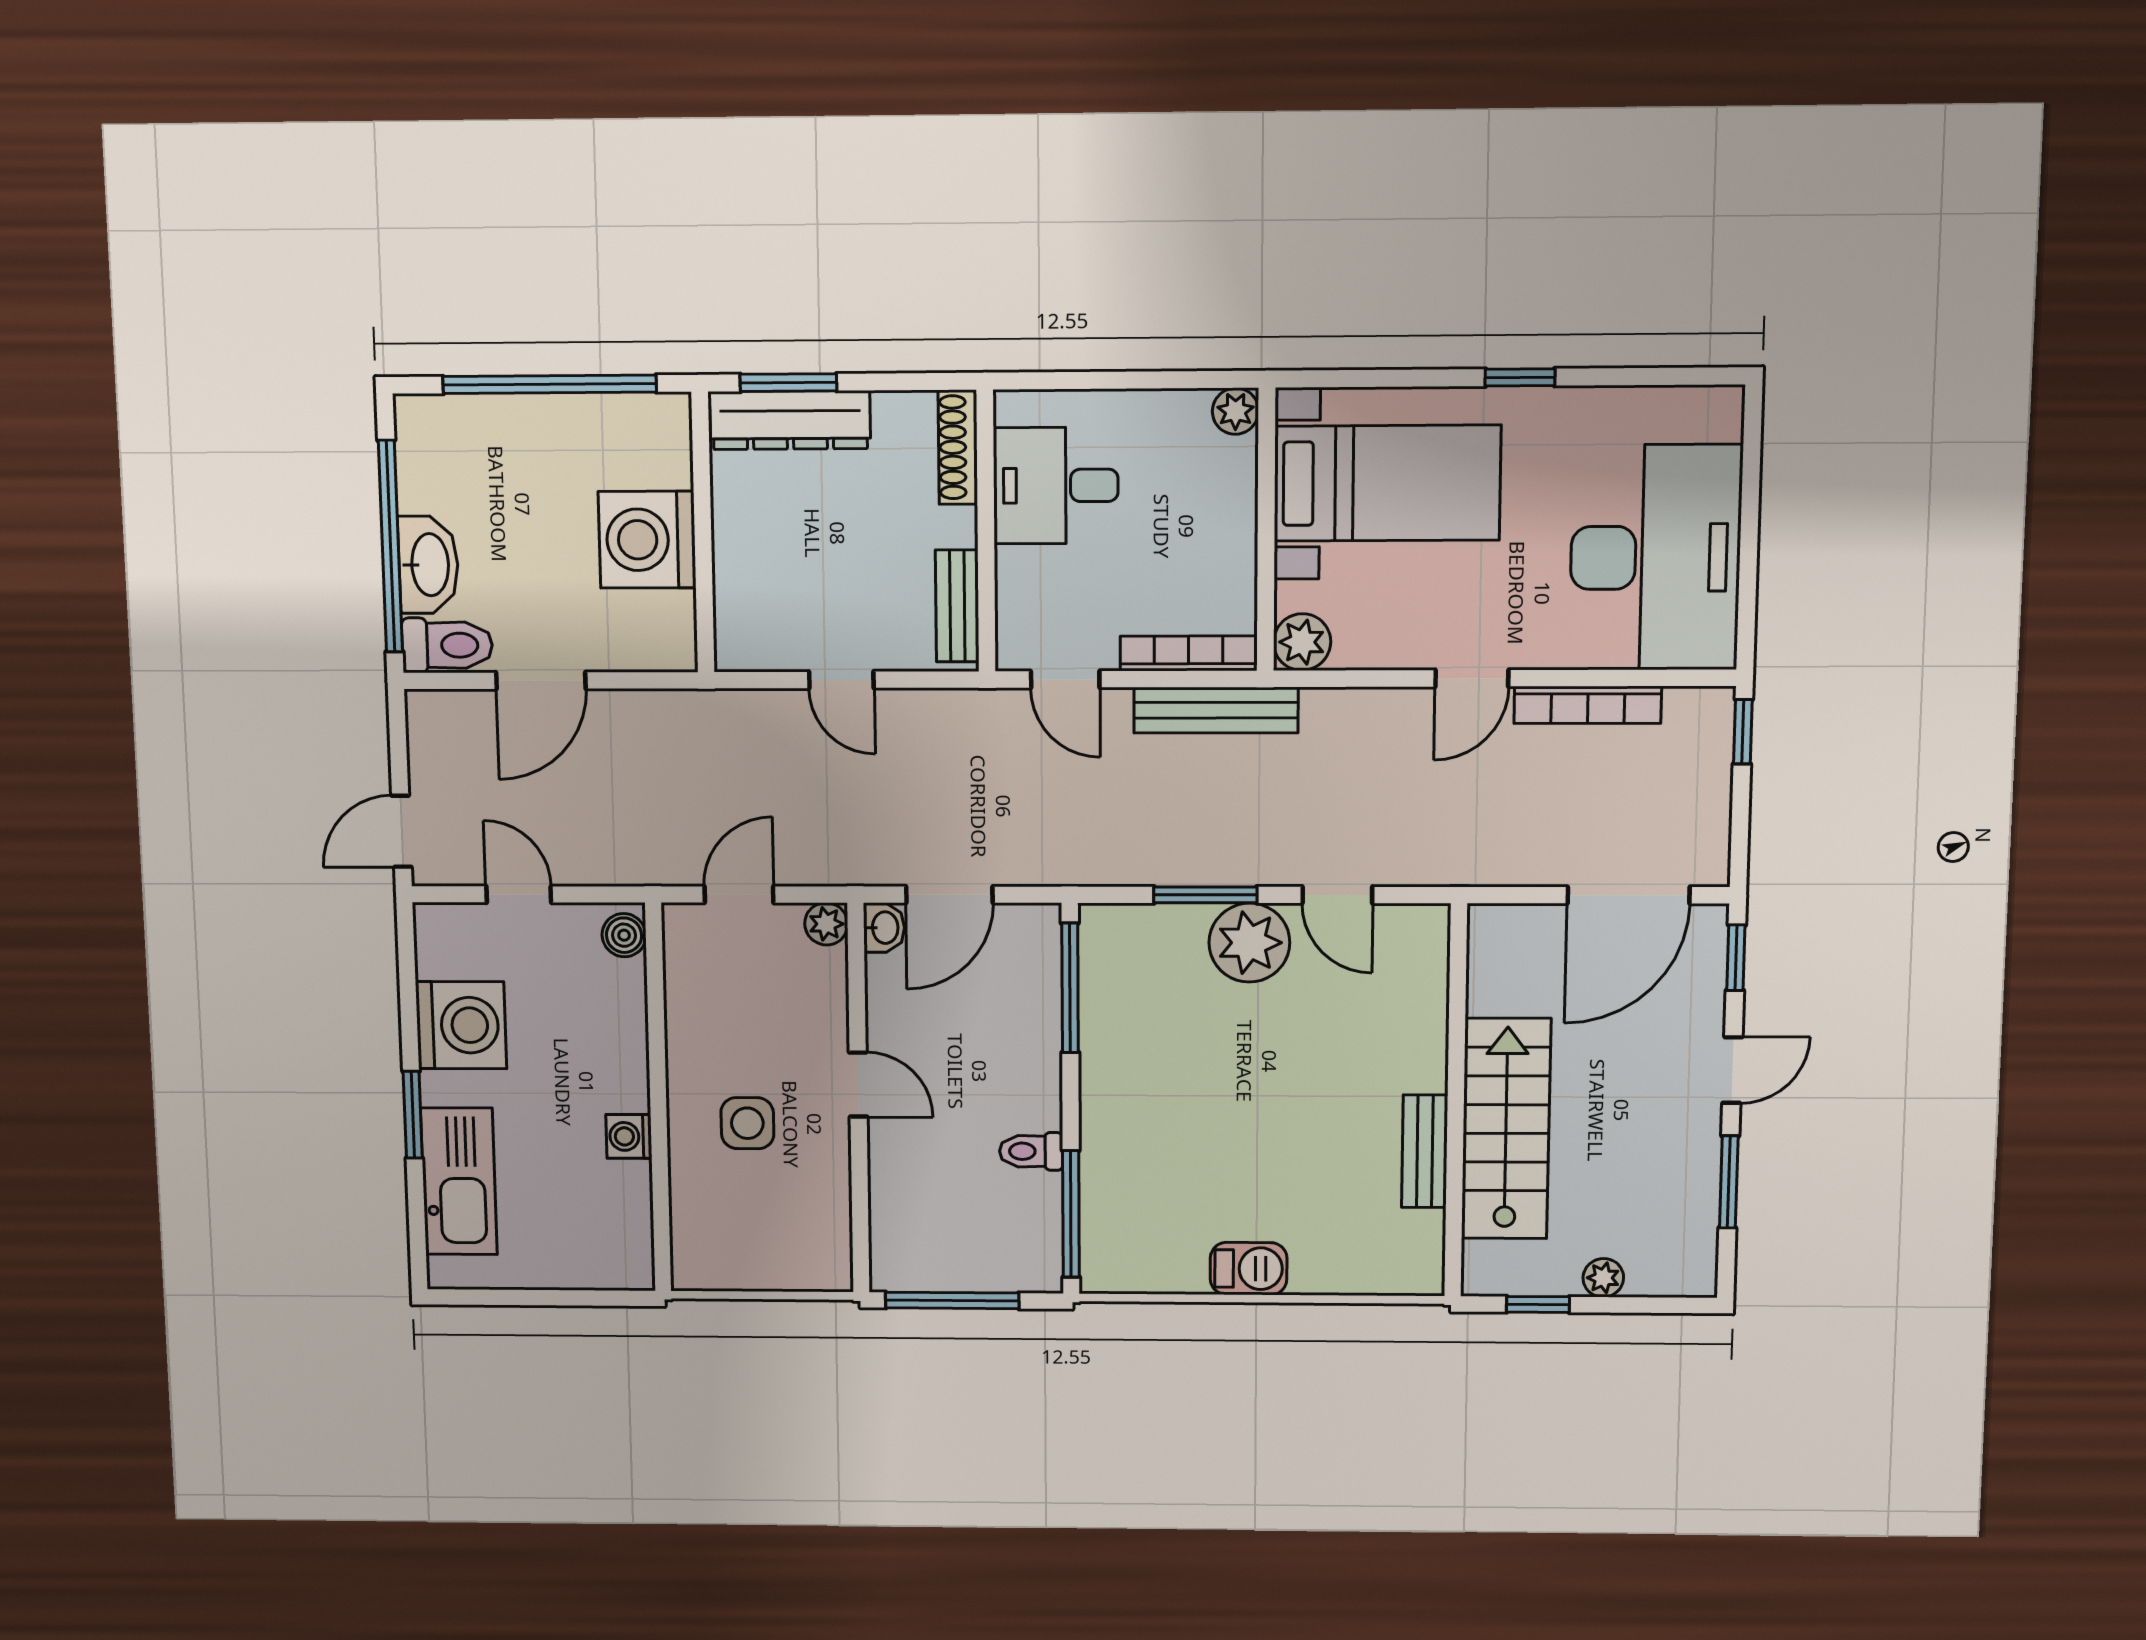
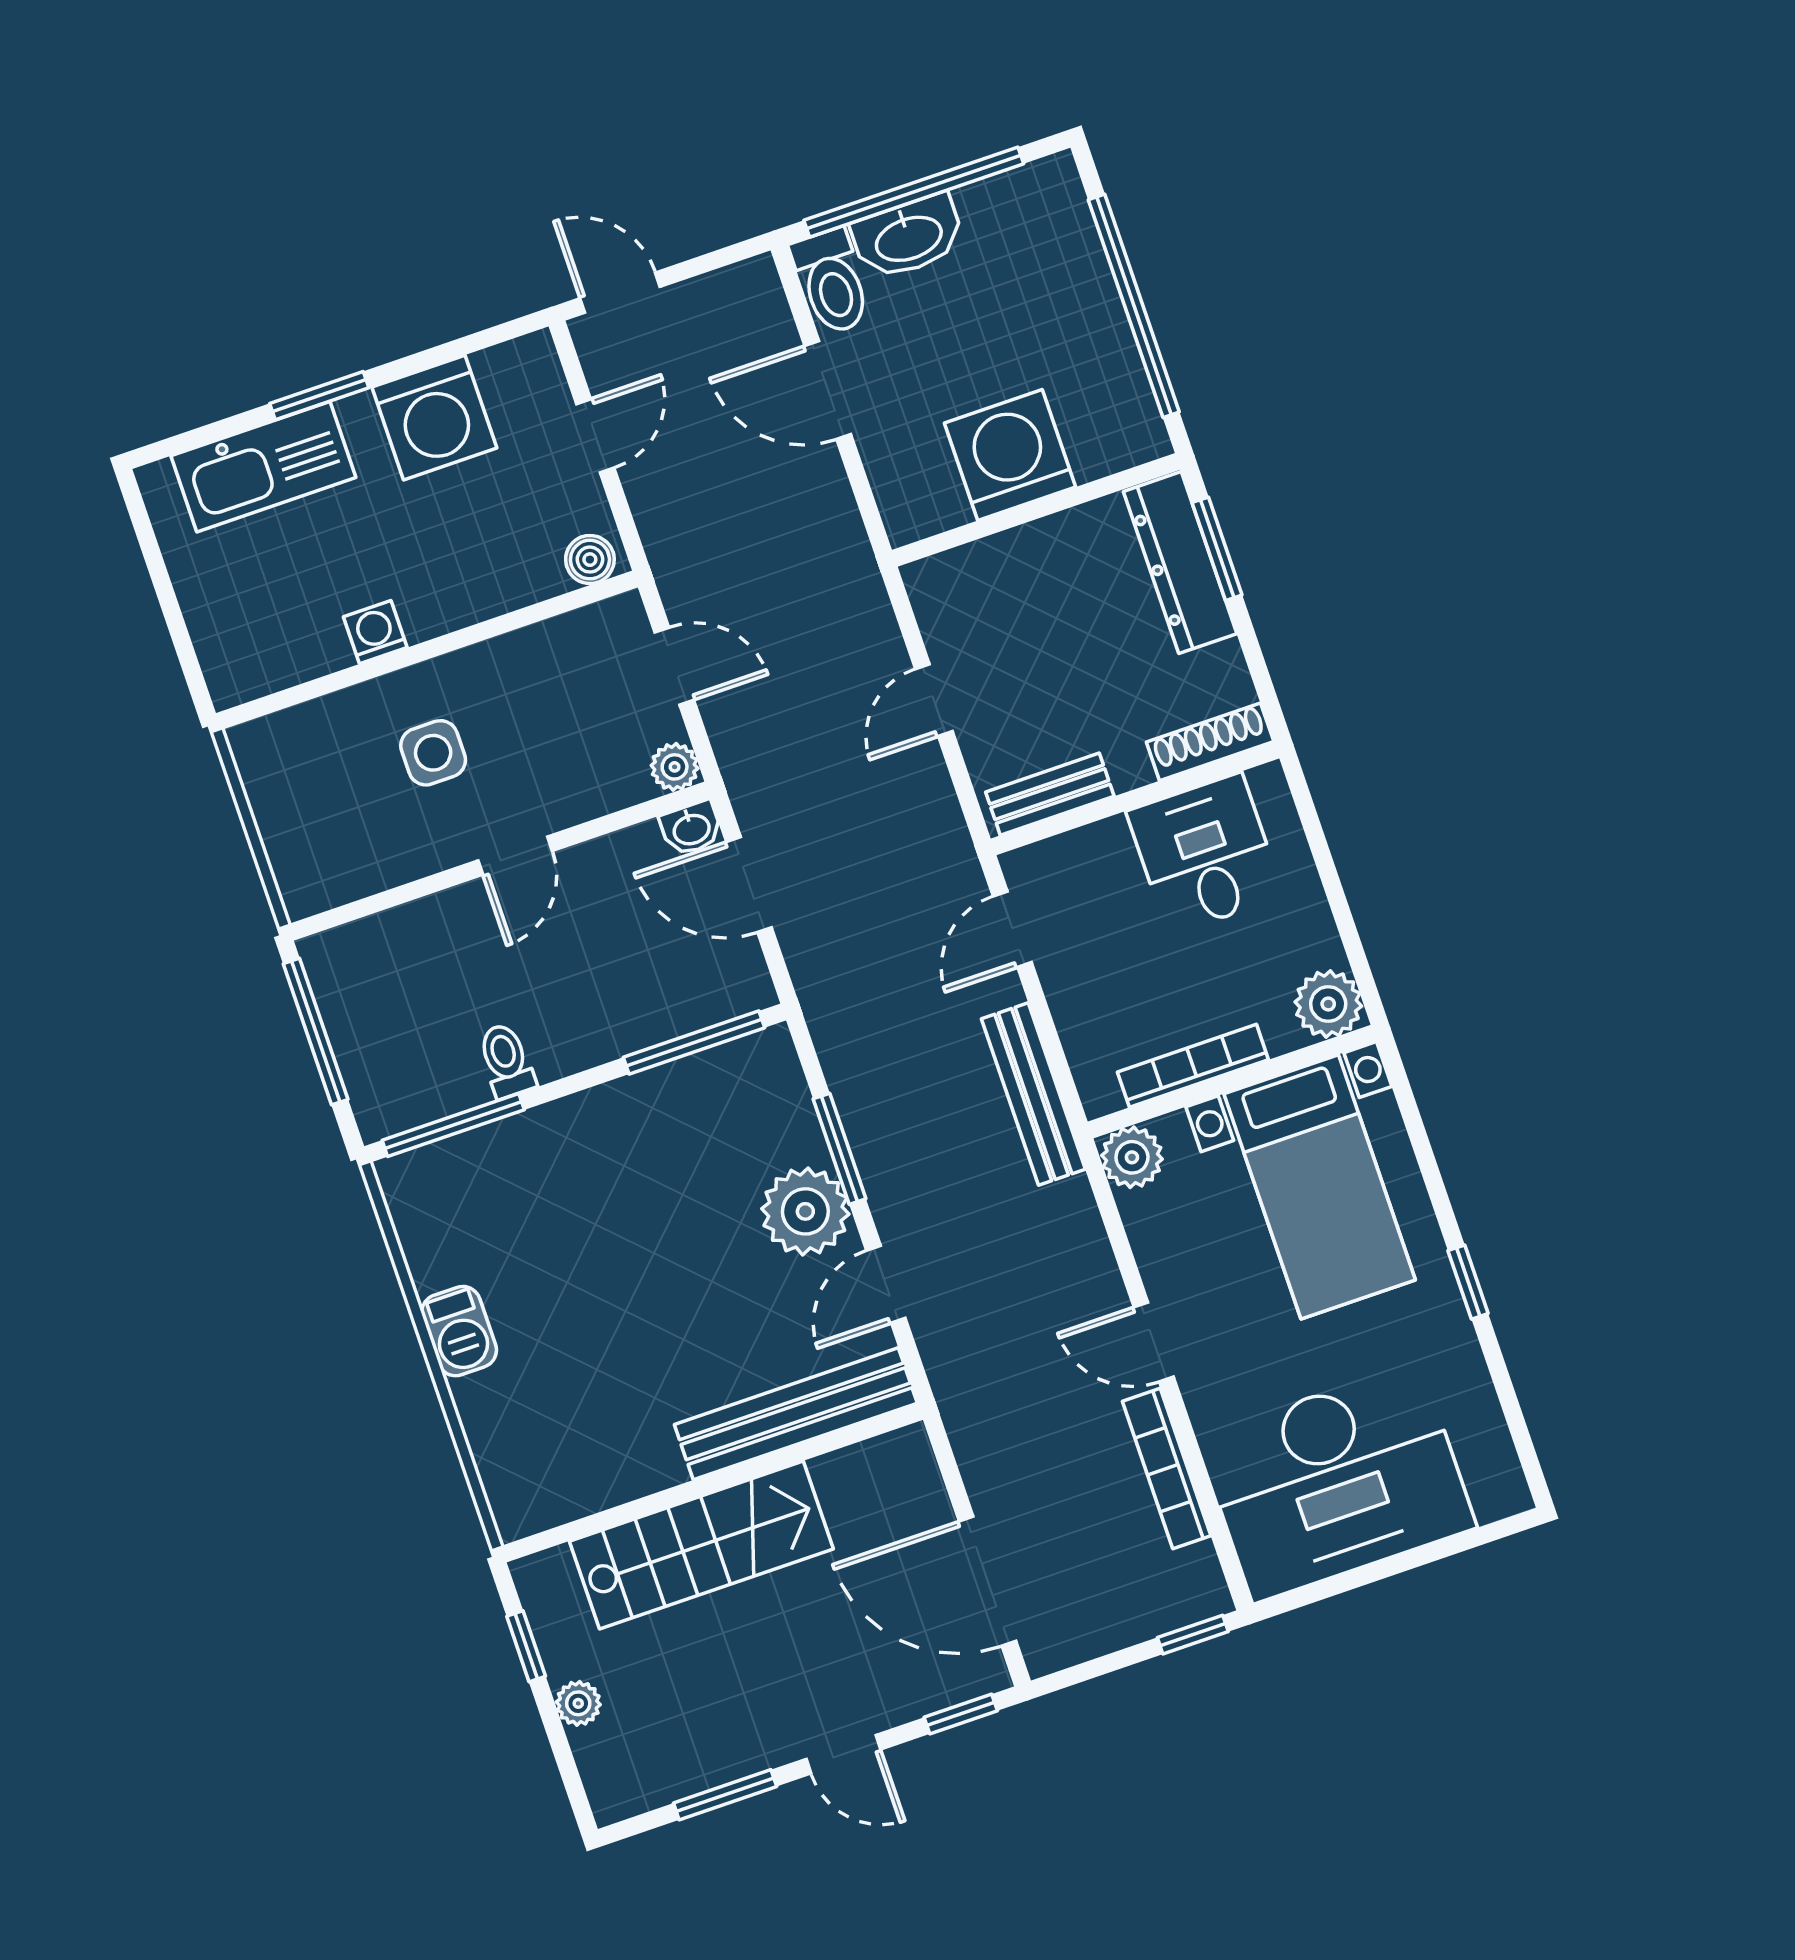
plant: (1235, 411) -> (1328, 1004), width x1.38, depth x1.38
bookcase: (1189, 653) -> (1193, 1066), moved, turned -90
bench: (1425, 1151) -> (796, 1414), moved, width x1.86, depth x1.21

